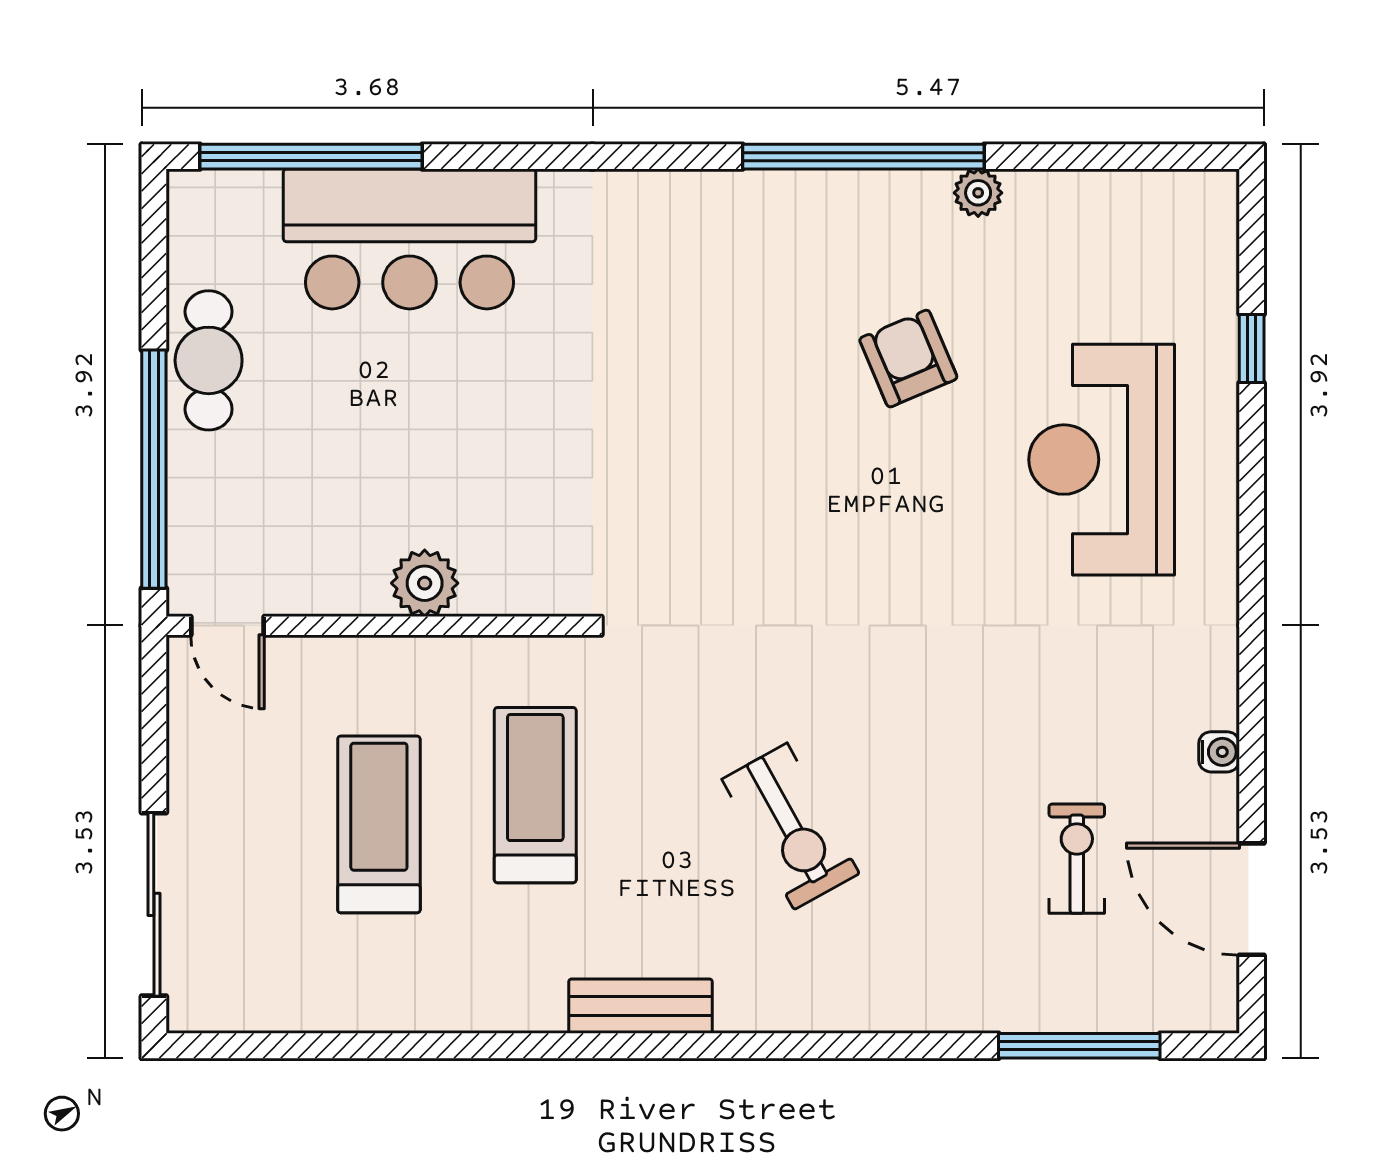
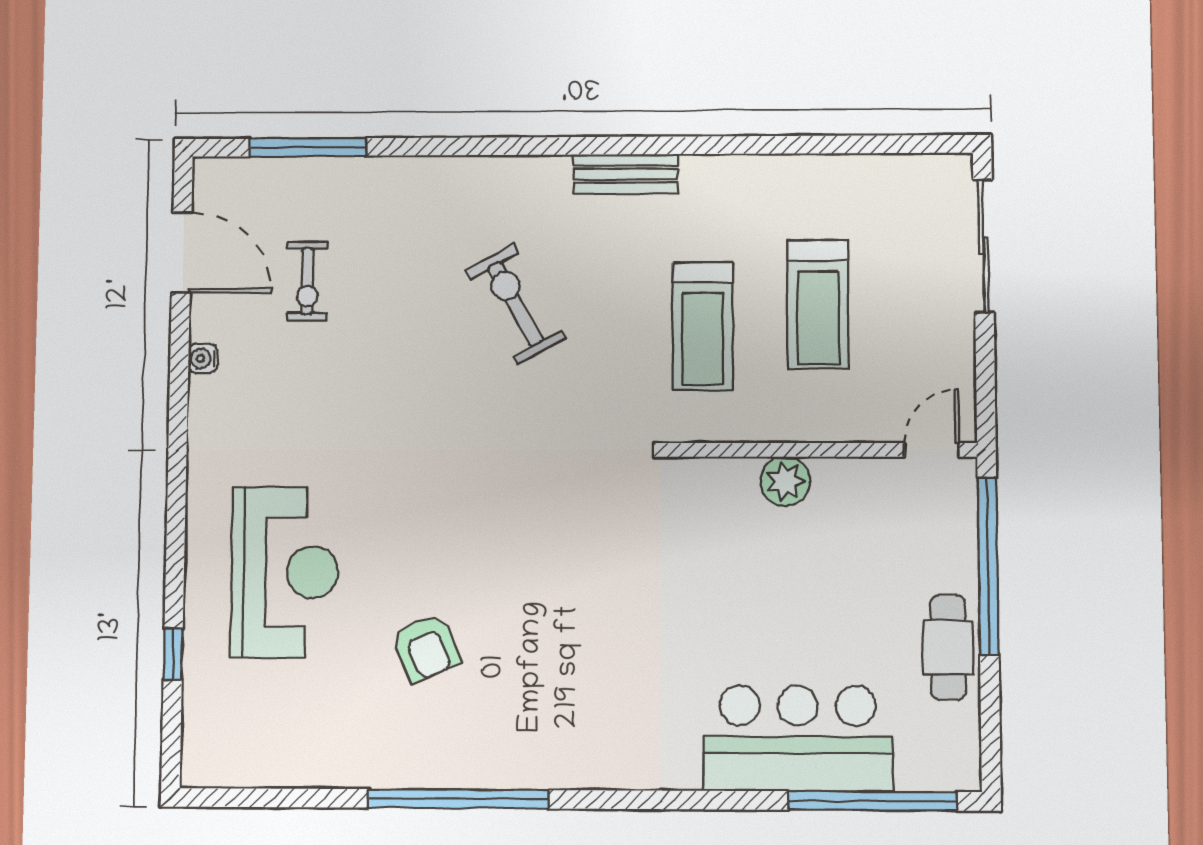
plant: (978, 193) -> (373, 771), removed
door: (227, 626) -> (932, 450), hinge flipped

